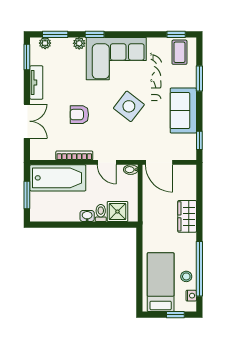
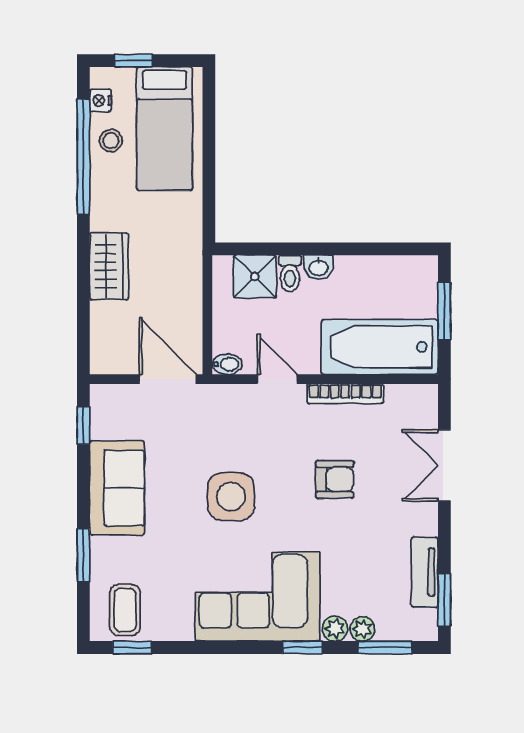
plant: (45, 43) -> (362, 629), moved
tv unit: (36, 82) -> (425, 572), moved
side table: (129, 106) -> (231, 497), turned -38

